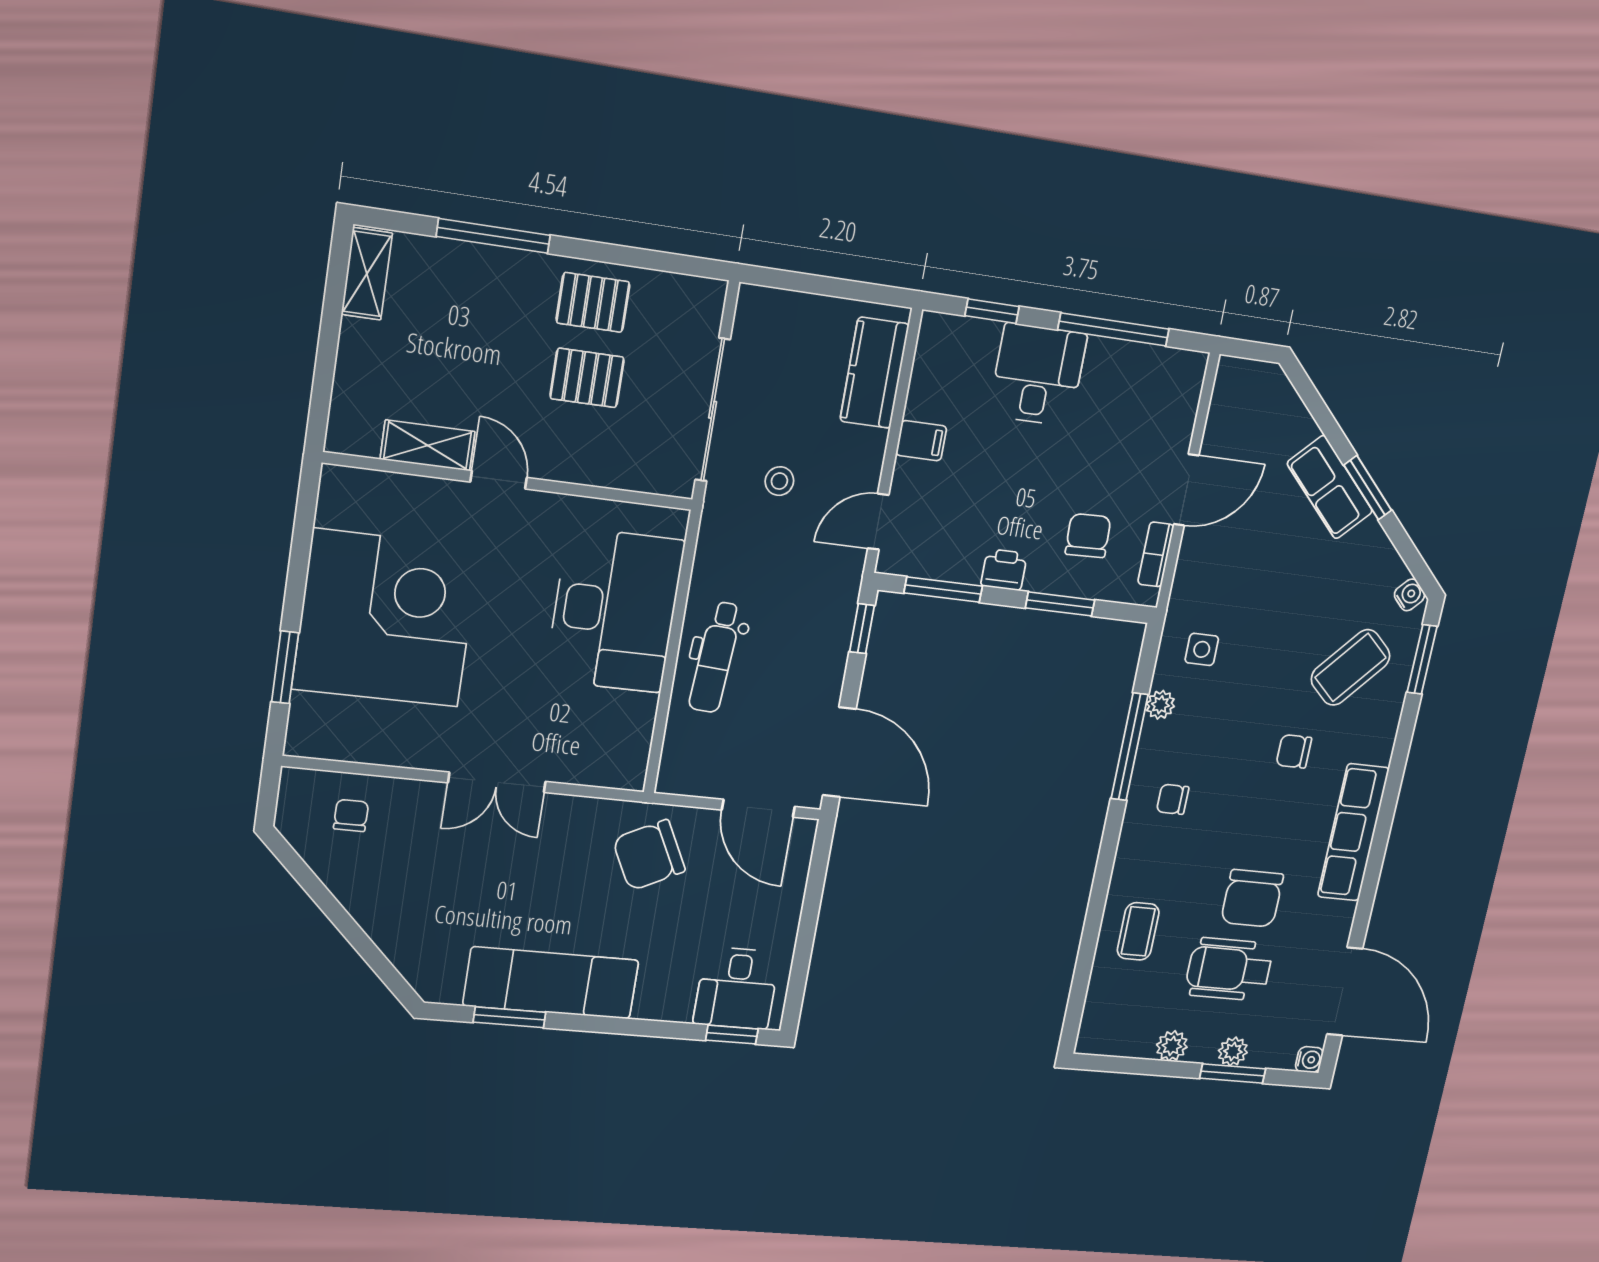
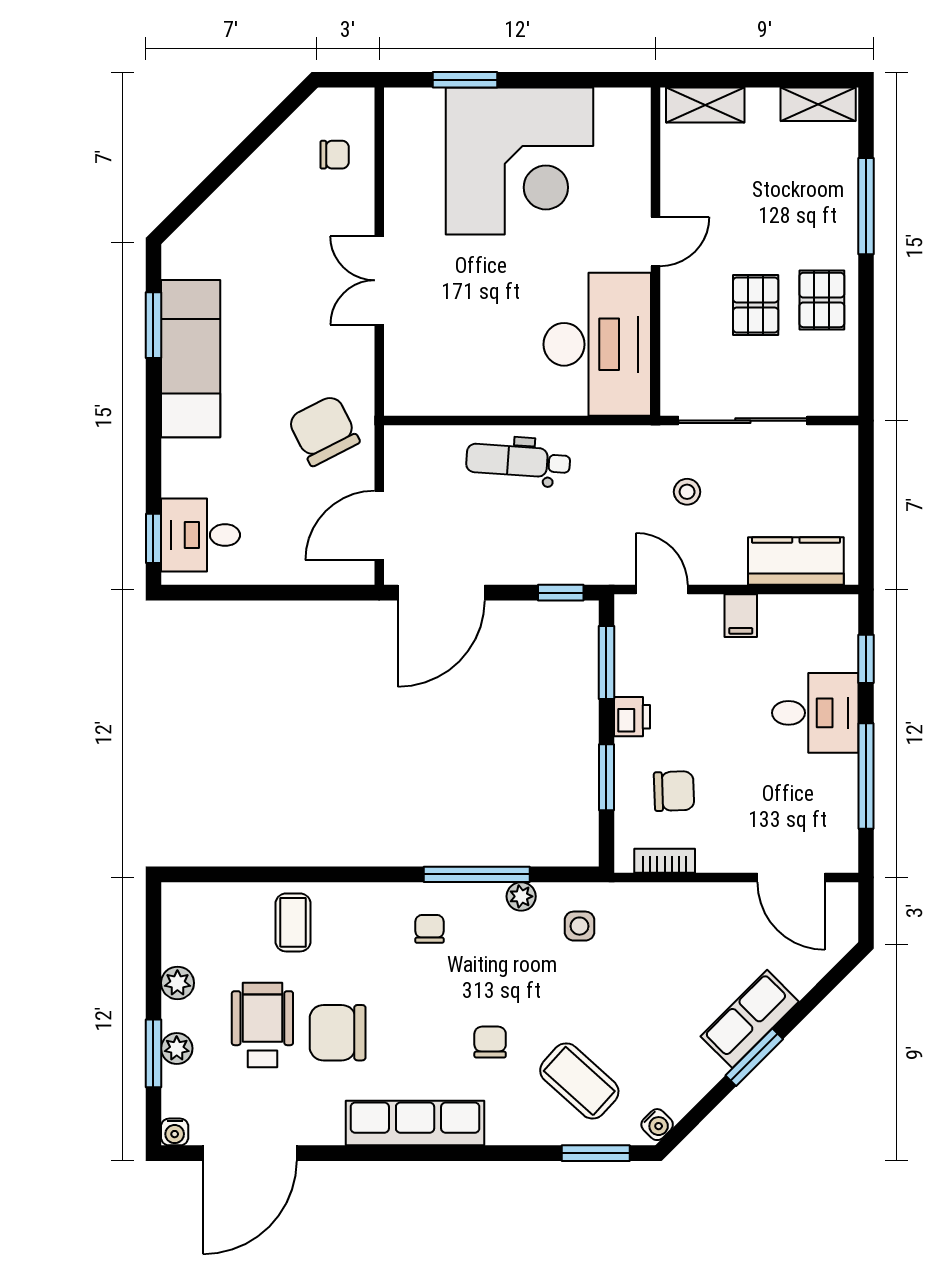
shelving: (428, 445) -> (705, 105), moved, turned 90
door: (1186, 490) -> (791, 877), moved
desk: (615, 610) -> (597, 344), moved, turned -90
coffee table: (1138, 931) -> (293, 922), turned 90

